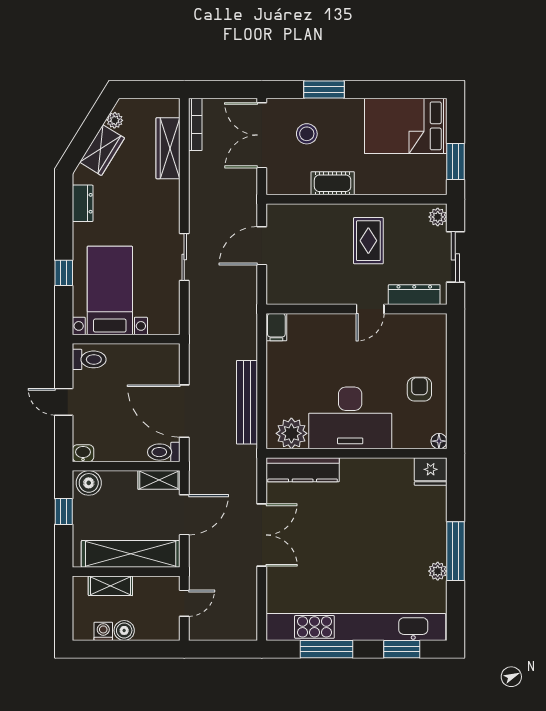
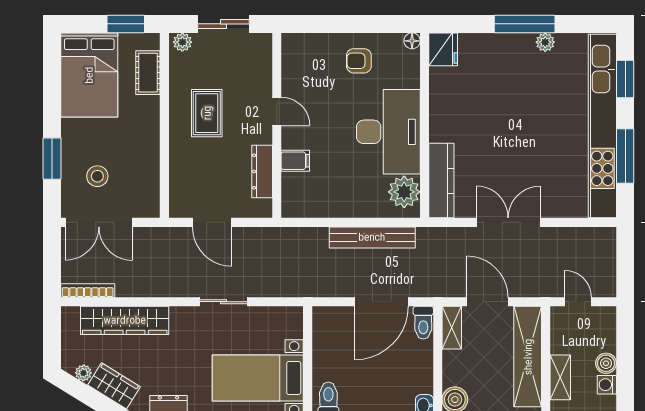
wardrobe: (168, 148) -> (125, 320), width x1.40, depth x1.17
cot: (333, 183) -> (148, 73), moved
rug: (368, 241) -> (207, 113), turned 90
dresser: (414, 295) -> (262, 172), moved
filing cabinet: (276, 327) -> (295, 161), moved

